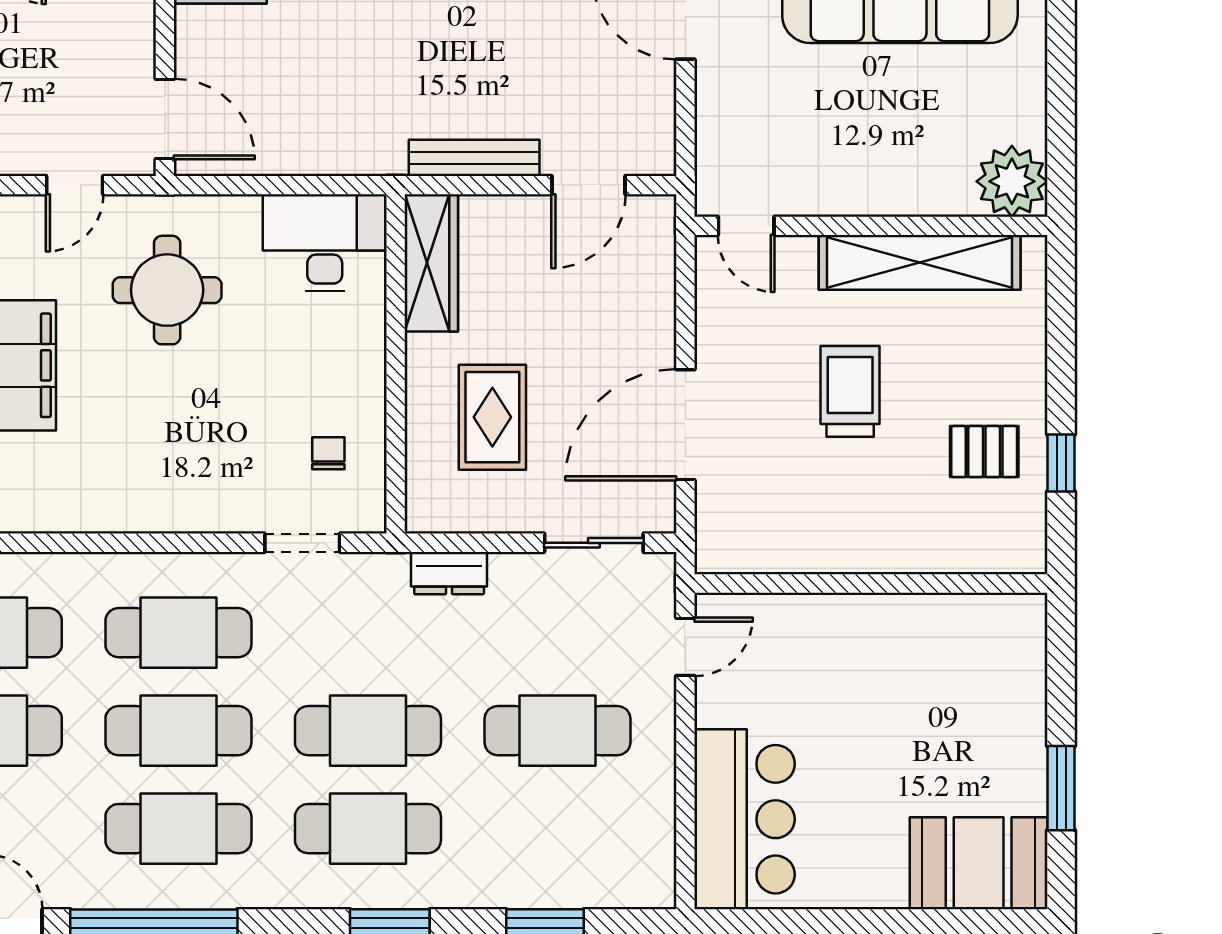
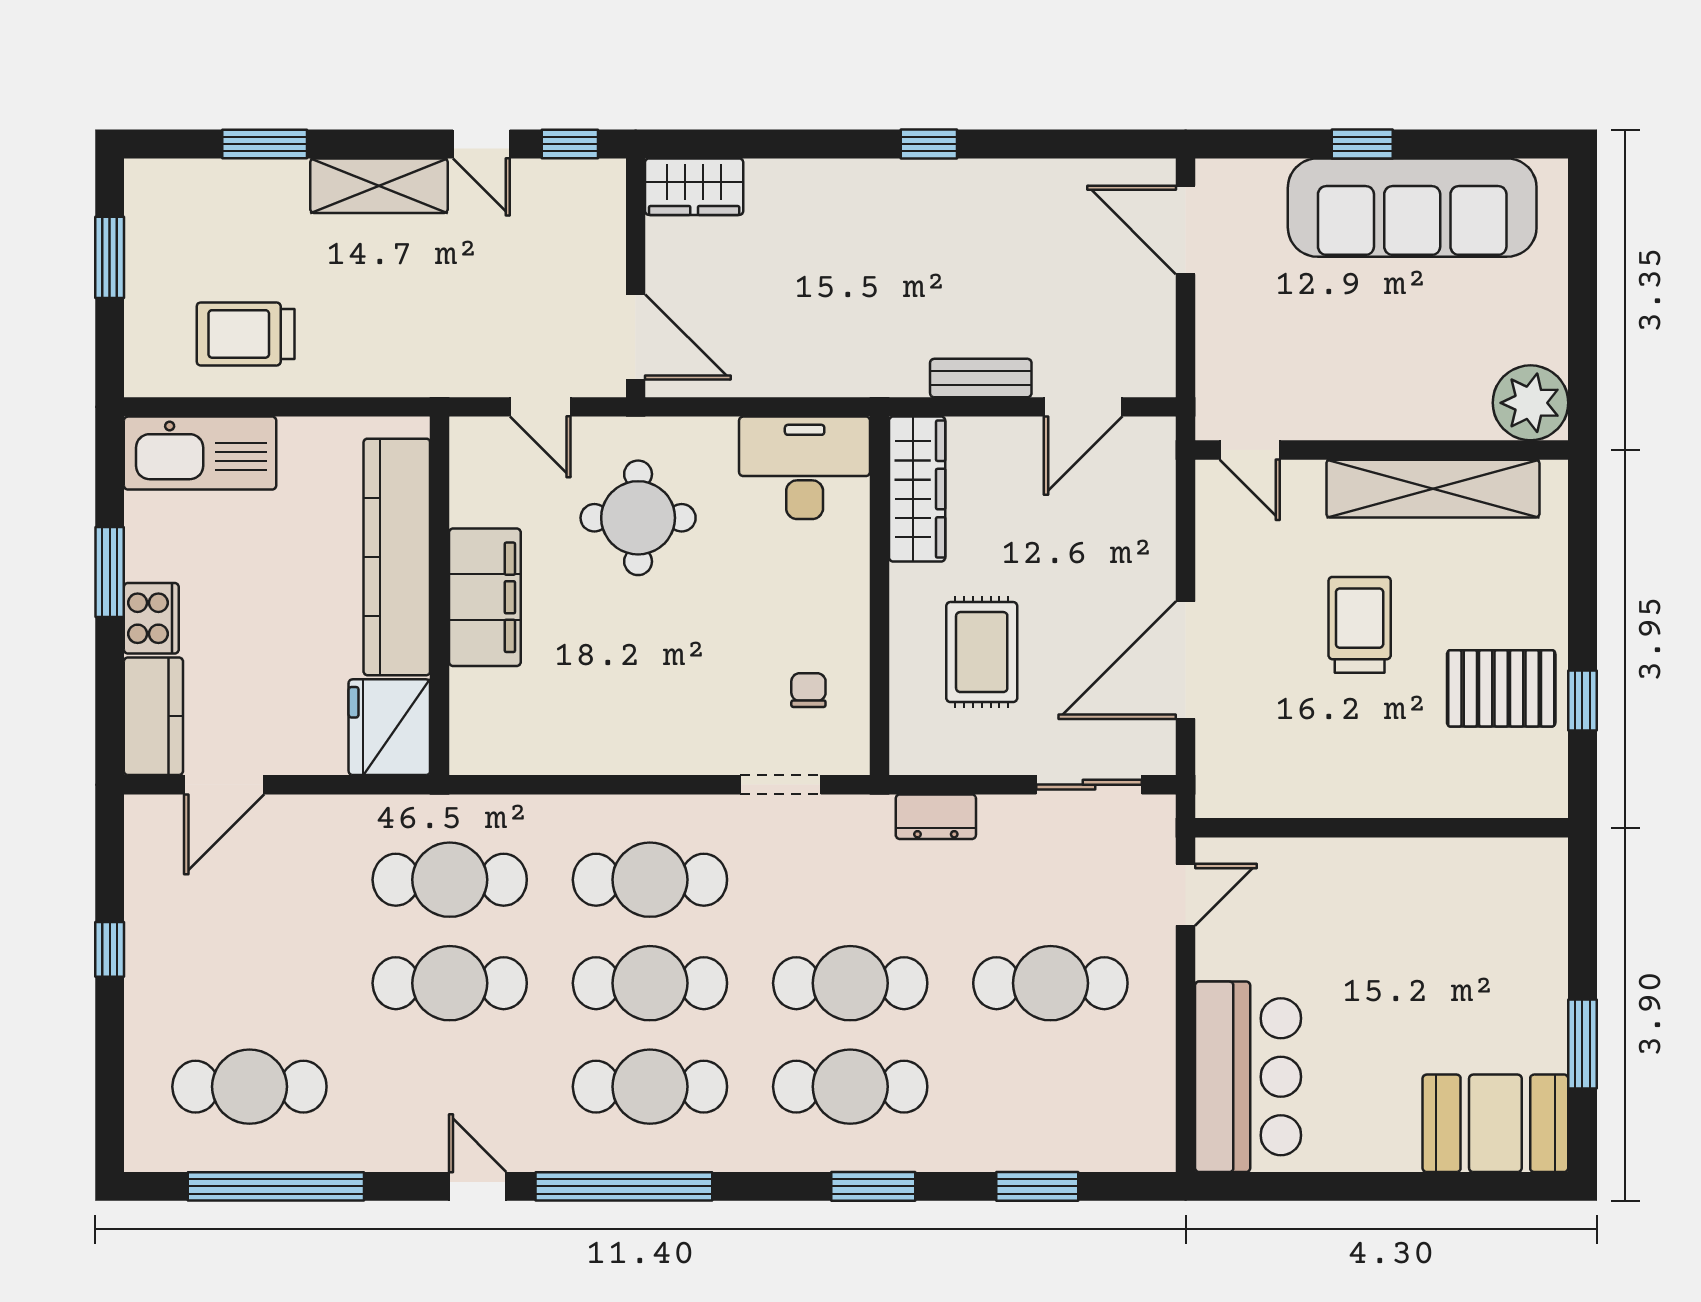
bench: (474, 158) -> (981, 378), width x0.73
door: (75, 185) -> (540, 407), hinge flipped
pallet: (984, 452) -> (1501, 688), width x1.50, depth x1.42

